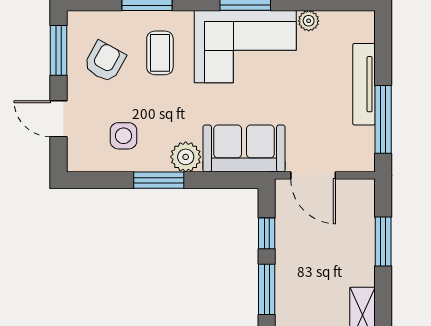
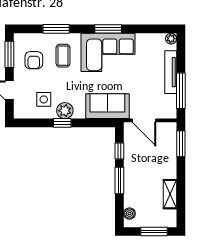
plant: (309, 21) -> (171, 39), moved
armchair: (105, 62) -> (34, 60), turned 151
plant: (186, 157) -> (65, 111), moved
window: (159, 180) -> (62, 123), width x0.67
window: (383, 241) -> (181, 144), moved

